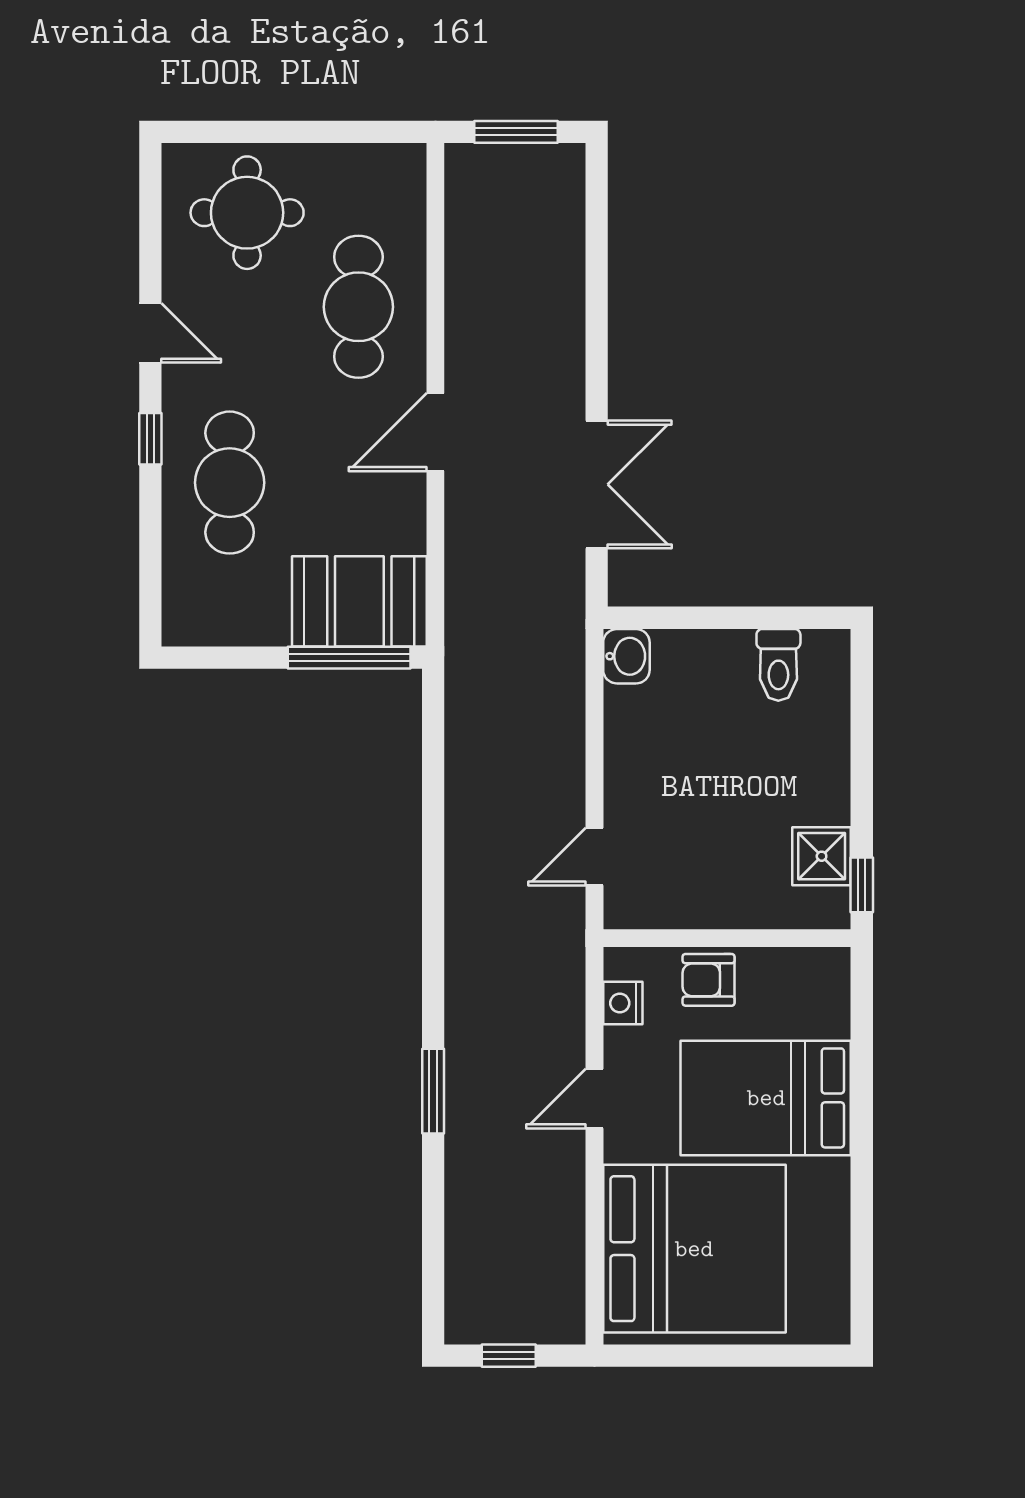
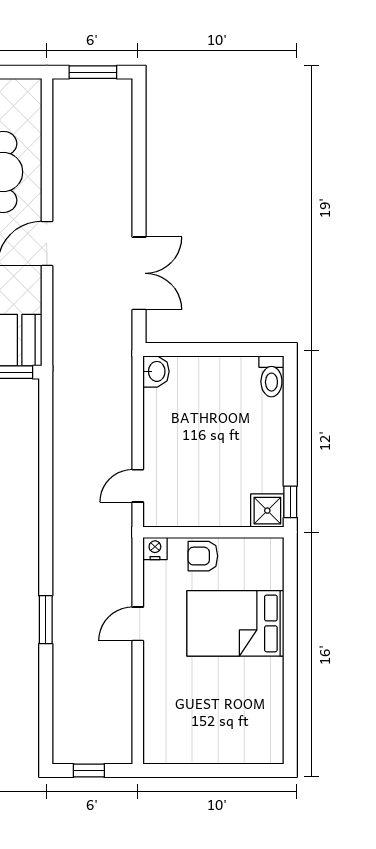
toilet: (778, 665) -> (271, 376), moved
shower: (822, 856) -> (267, 511), moved
nightstand: (623, 1003) -> (155, 548), moved, turned 90
bed: (694, 1249) -> (195, 709), removed

